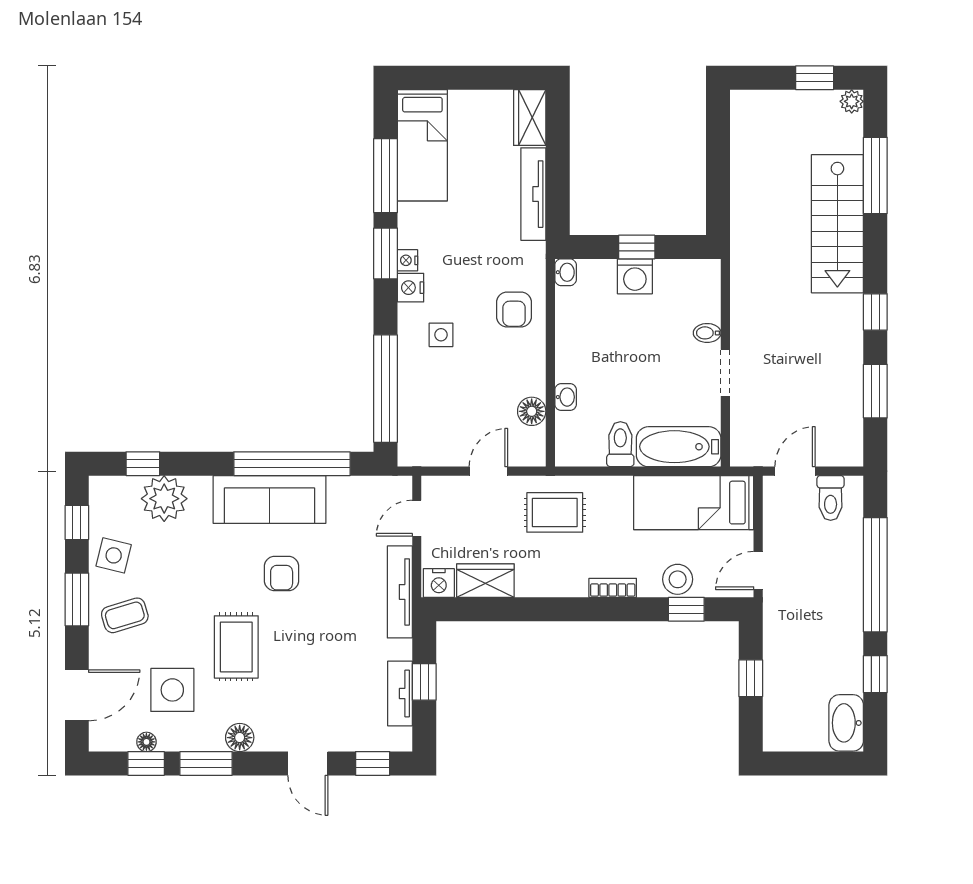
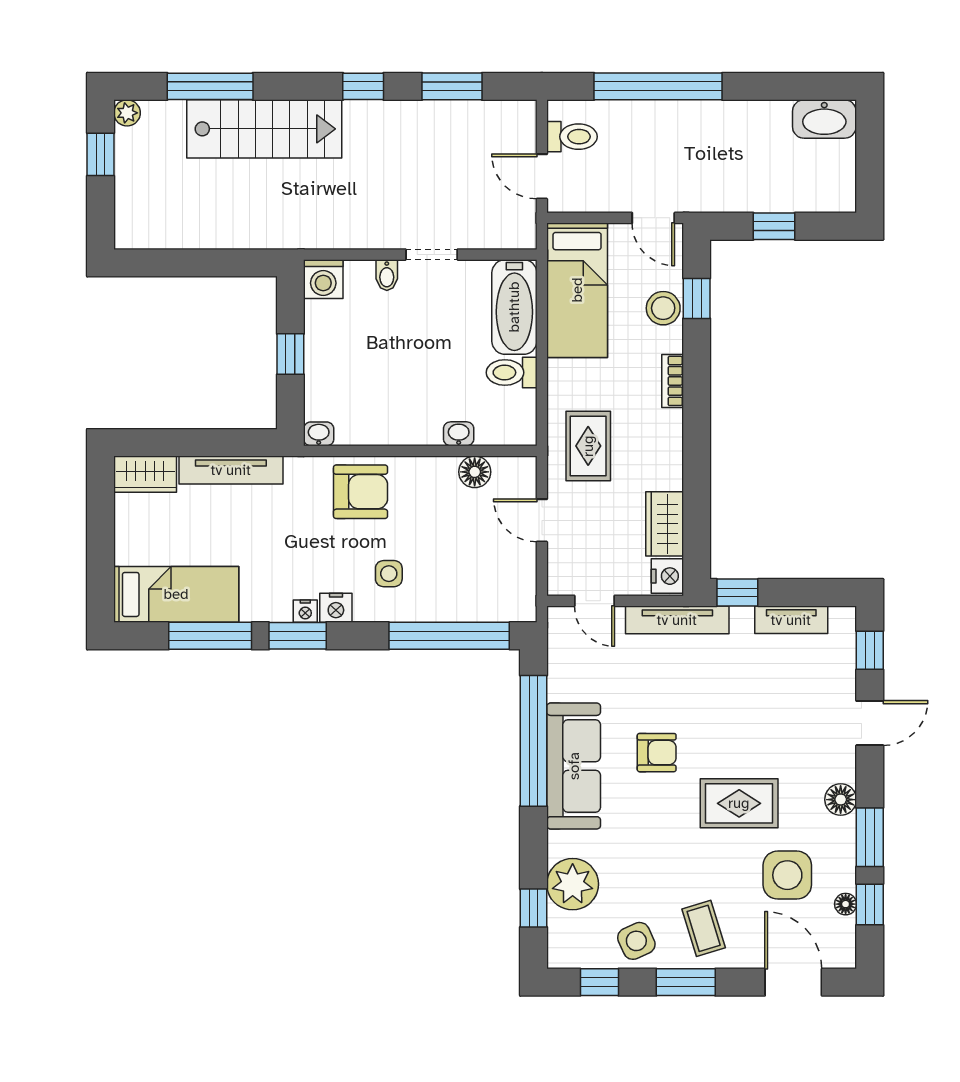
washing machine: (635, 276) -> (323, 279), moved, turned 90
armchair: (514, 310) -> (360, 492), width x1.38, depth x1.38
side table: (114, 555) -> (636, 941), turned -38
window: (875, 674) -> (769, 86), removed
window: (424, 682) -> (737, 593), moved

